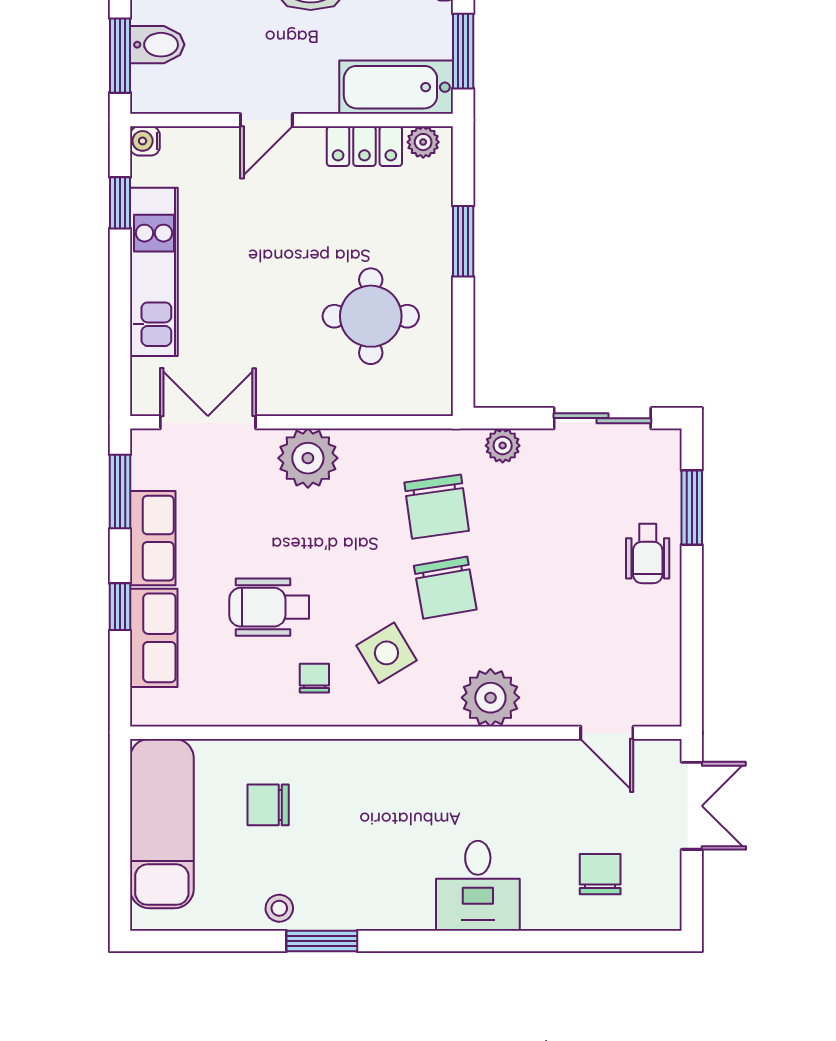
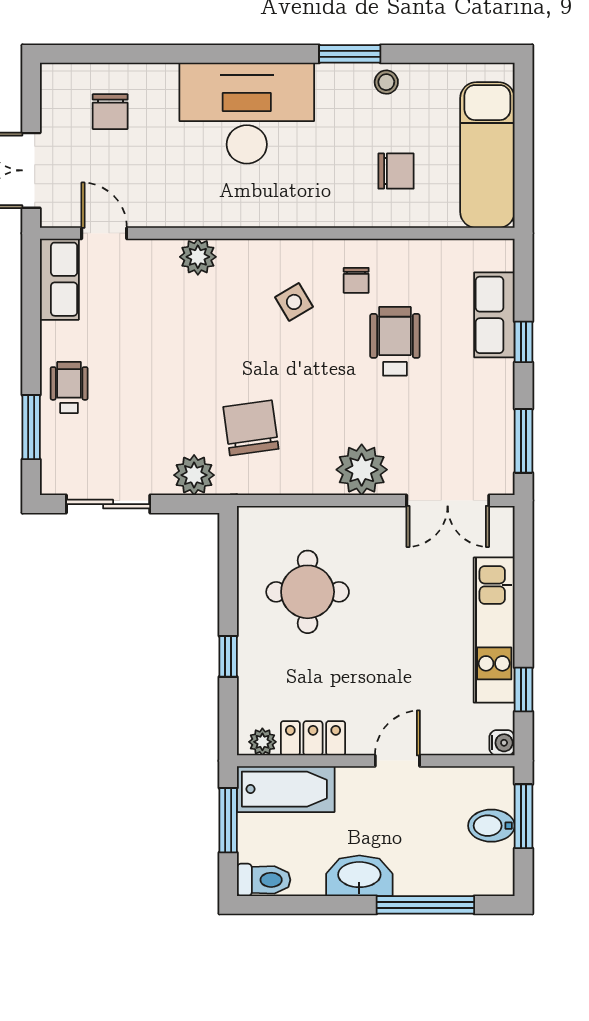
window: (463, 241) -> (228, 656), width x0.67
plant: (503, 446) -> (194, 475), width x1.38, depth x1.38
row of seats: (153, 538) -> (59, 279), moved, turned 180
chair: (445, 588) -> (243, 358), removed
wheelchair: (269, 607) -> (395, 341), turned -90
side table: (386, 653) -> (294, 302), width x0.73, depth x0.73
plant: (490, 698) -> (198, 257), width x0.73, depth x0.73
desk: (478, 886) -> (247, 113), width x1.87, depth x1.30

